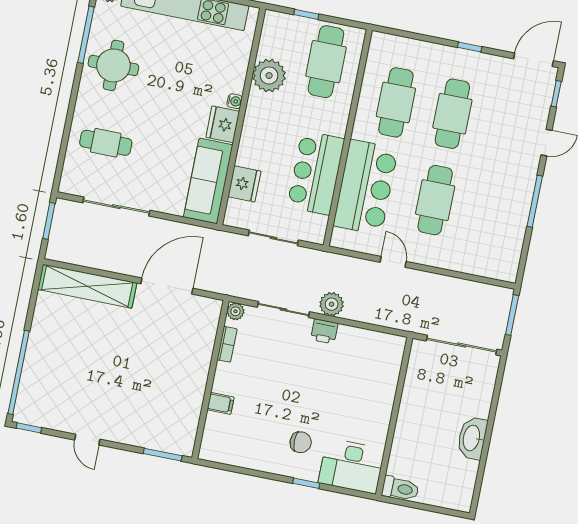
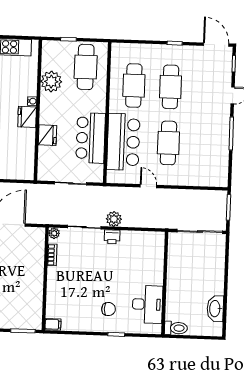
door: (534, 60) -> (216, 45), hinge flipped
sofa: (208, 181) -> (24, 154), removed
fridge: (244, 184) -> (47, 135), moved
filing cabinet: (221, 403) -> (53, 324), moved
washbasin: (472, 438) -> (215, 309), moved
desk: (351, 466) -> (147, 304), moved, turned -90

